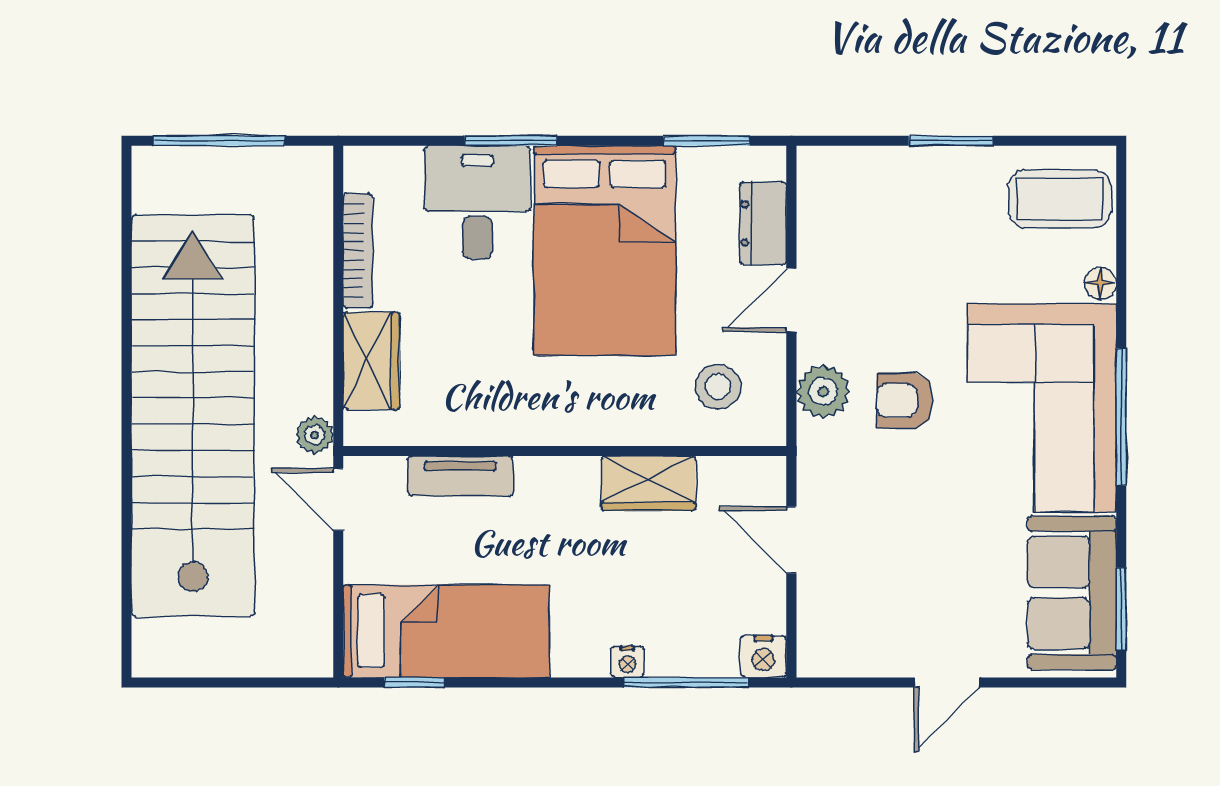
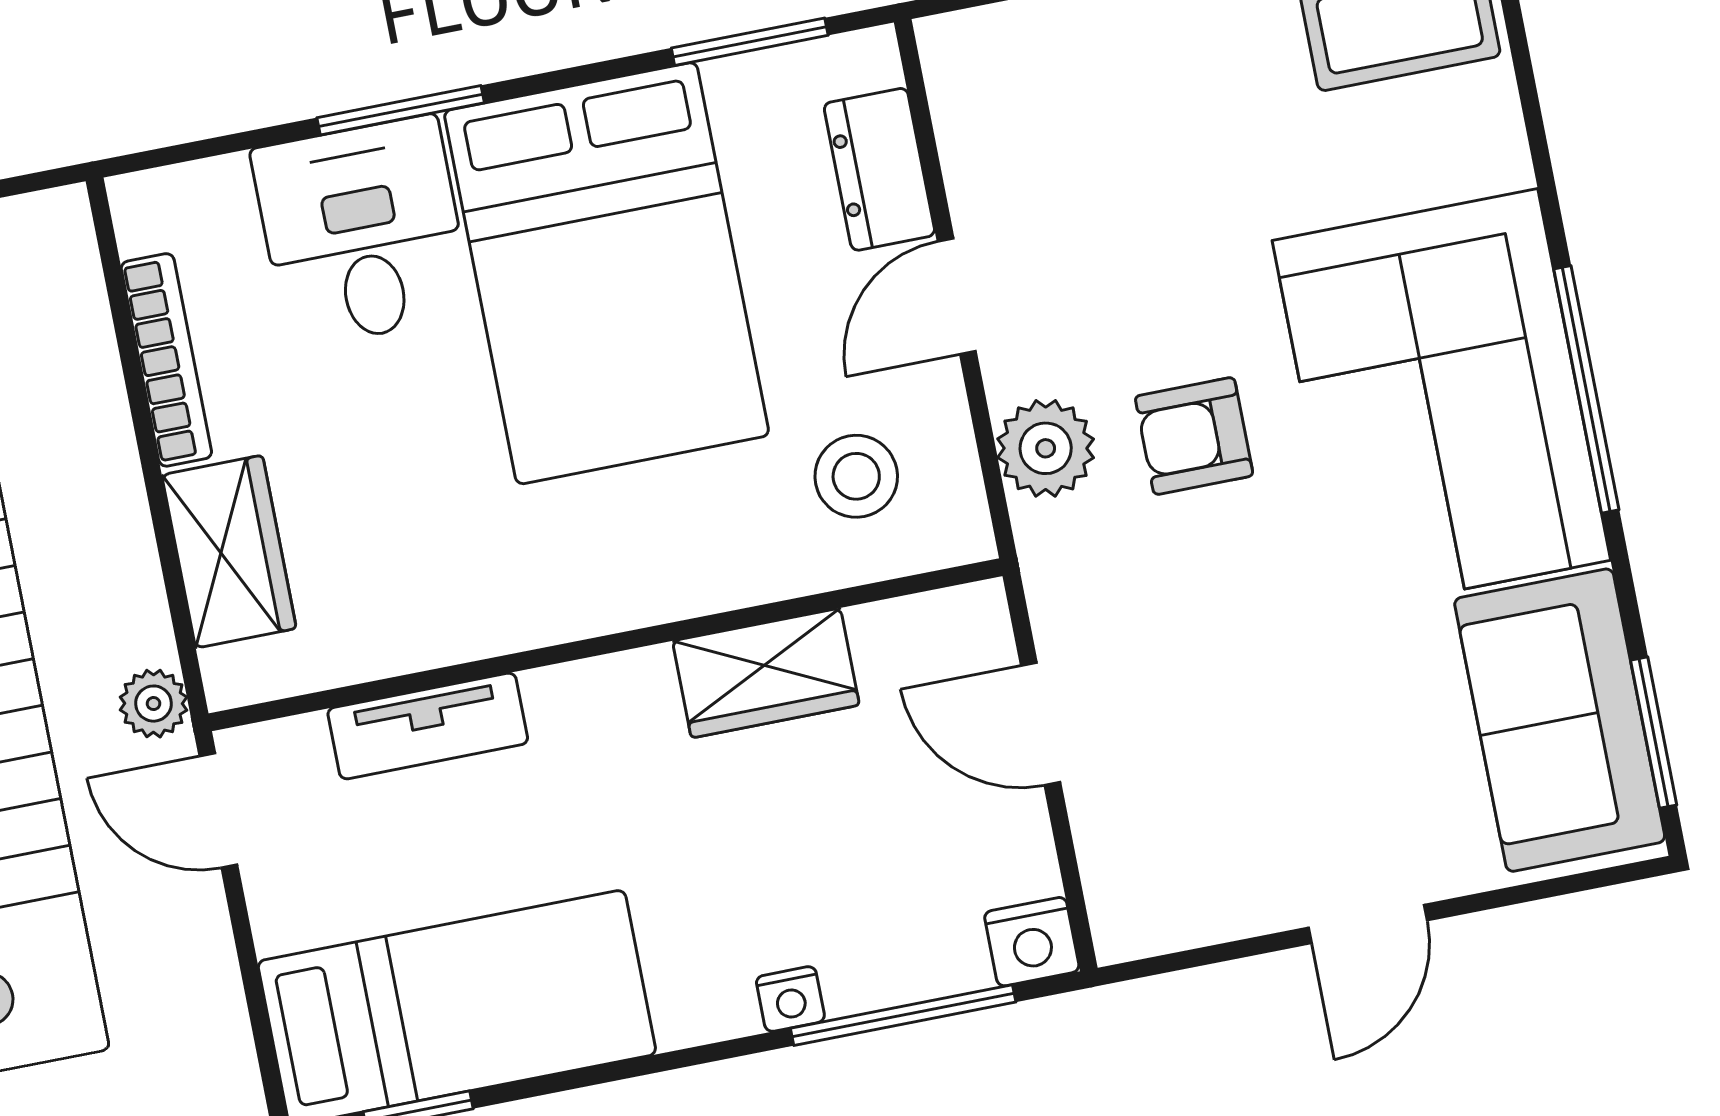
floor lamp: (1100, 283) -> (1502, 158), removed

